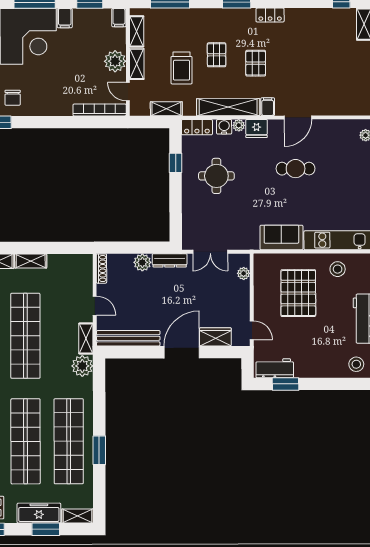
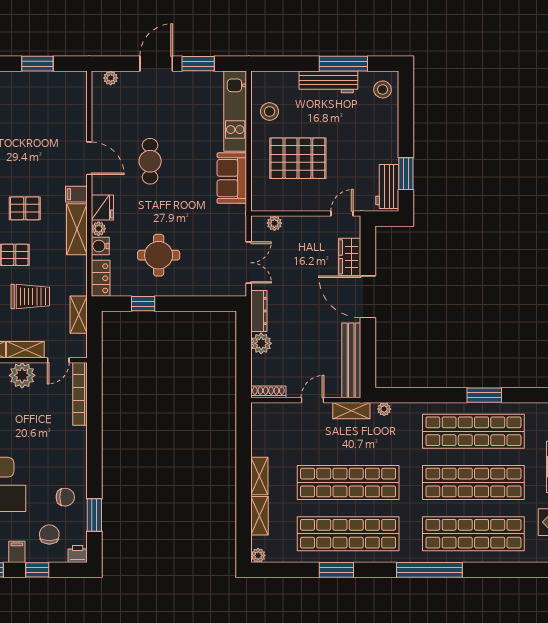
shelving: (228, 107) -> (77, 229), width x0.68
plant: (82, 366) -> (384, 409), width x0.53, depth x0.53

